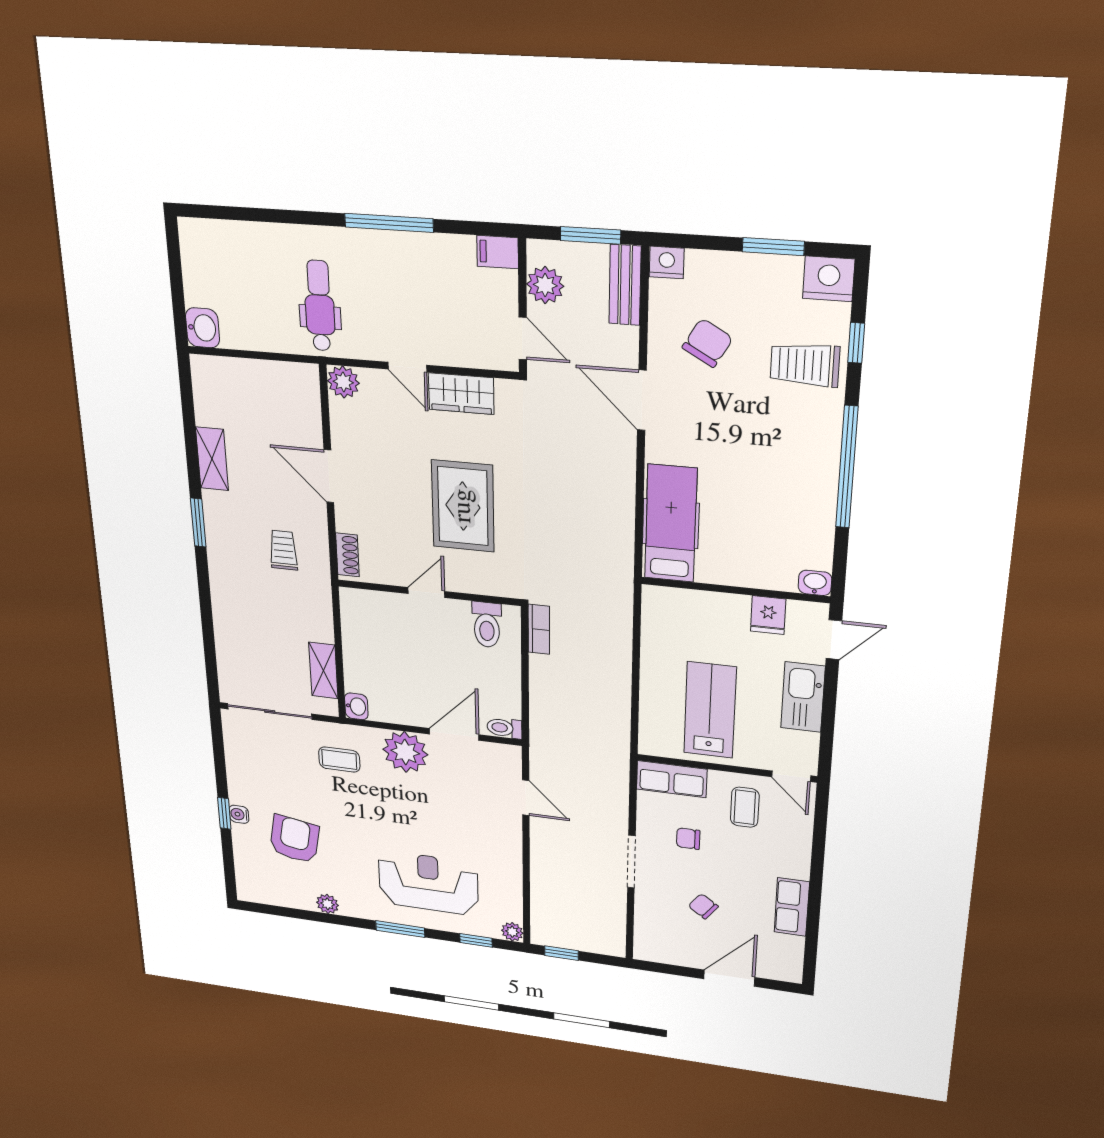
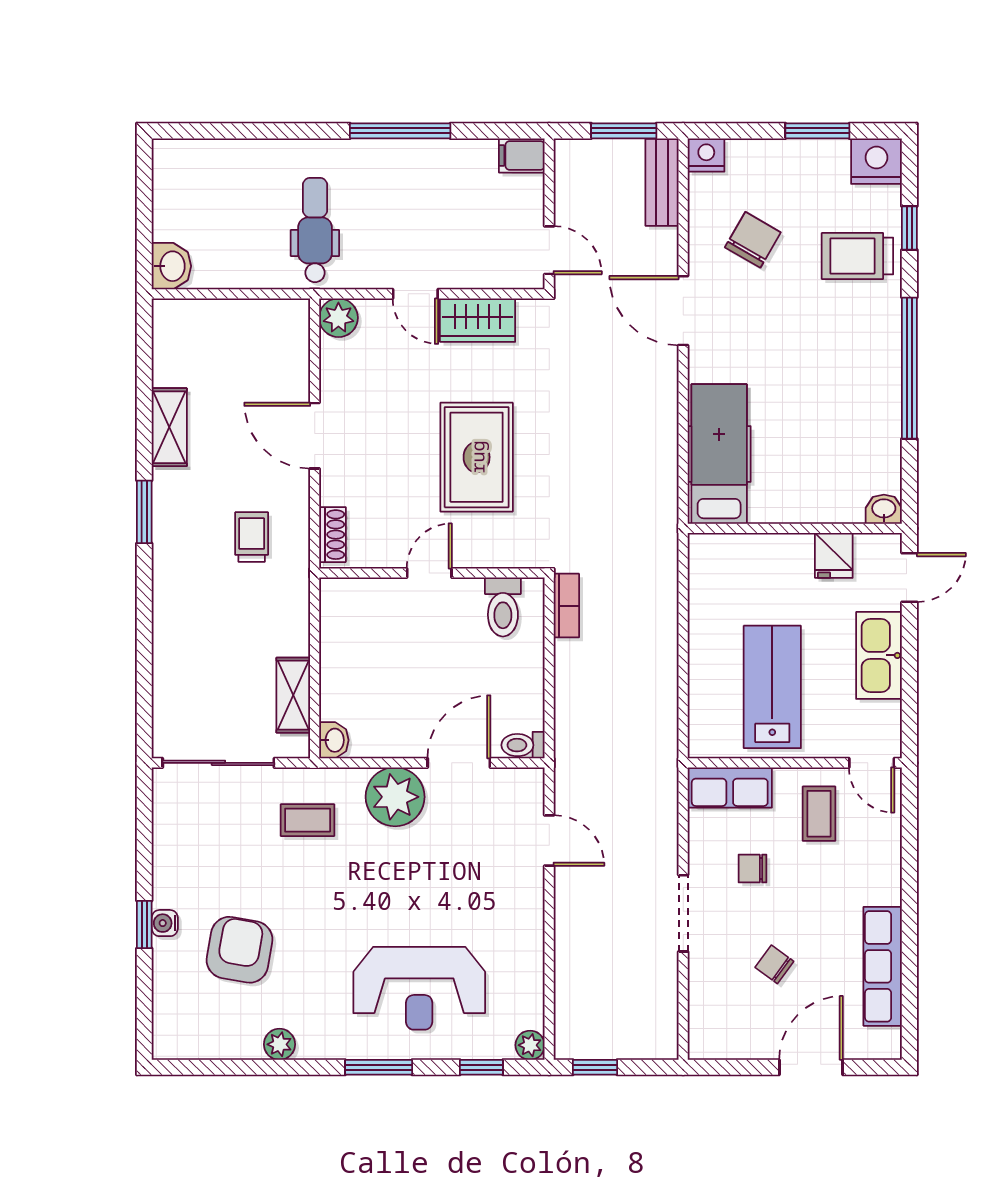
plant: (545, 285) -> (574, 189), removed
reception desk: (428, 883) -> (419, 988), turned 180
row of seats: (792, 907) -> (883, 966), width x1.48

